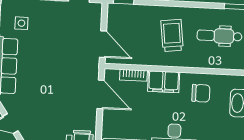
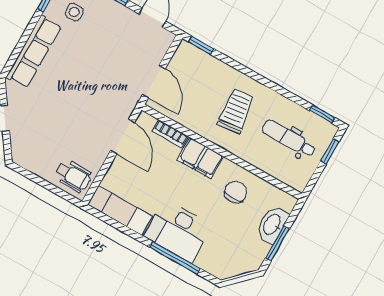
chair: (201, 93) -> (236, 192), turned -90

